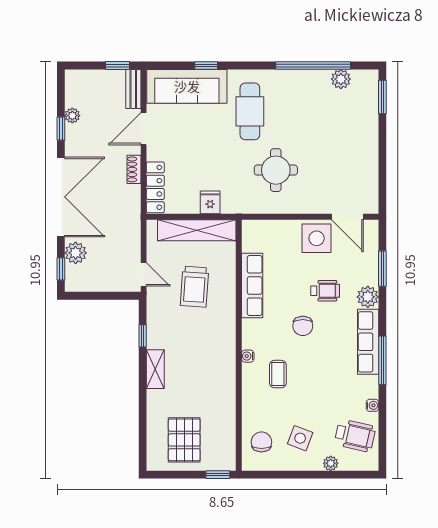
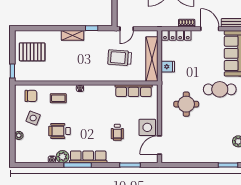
row of seats: (252, 285) -> (134, 91), moved
plant: (368, 297) -> (63, 157), moved
chair: (303, 326) -> (97, 120), removed
coffee table: (278, 374) -> (58, 98), moved
wheelchair: (355, 436) -> (59, 131), moved, turned 77

